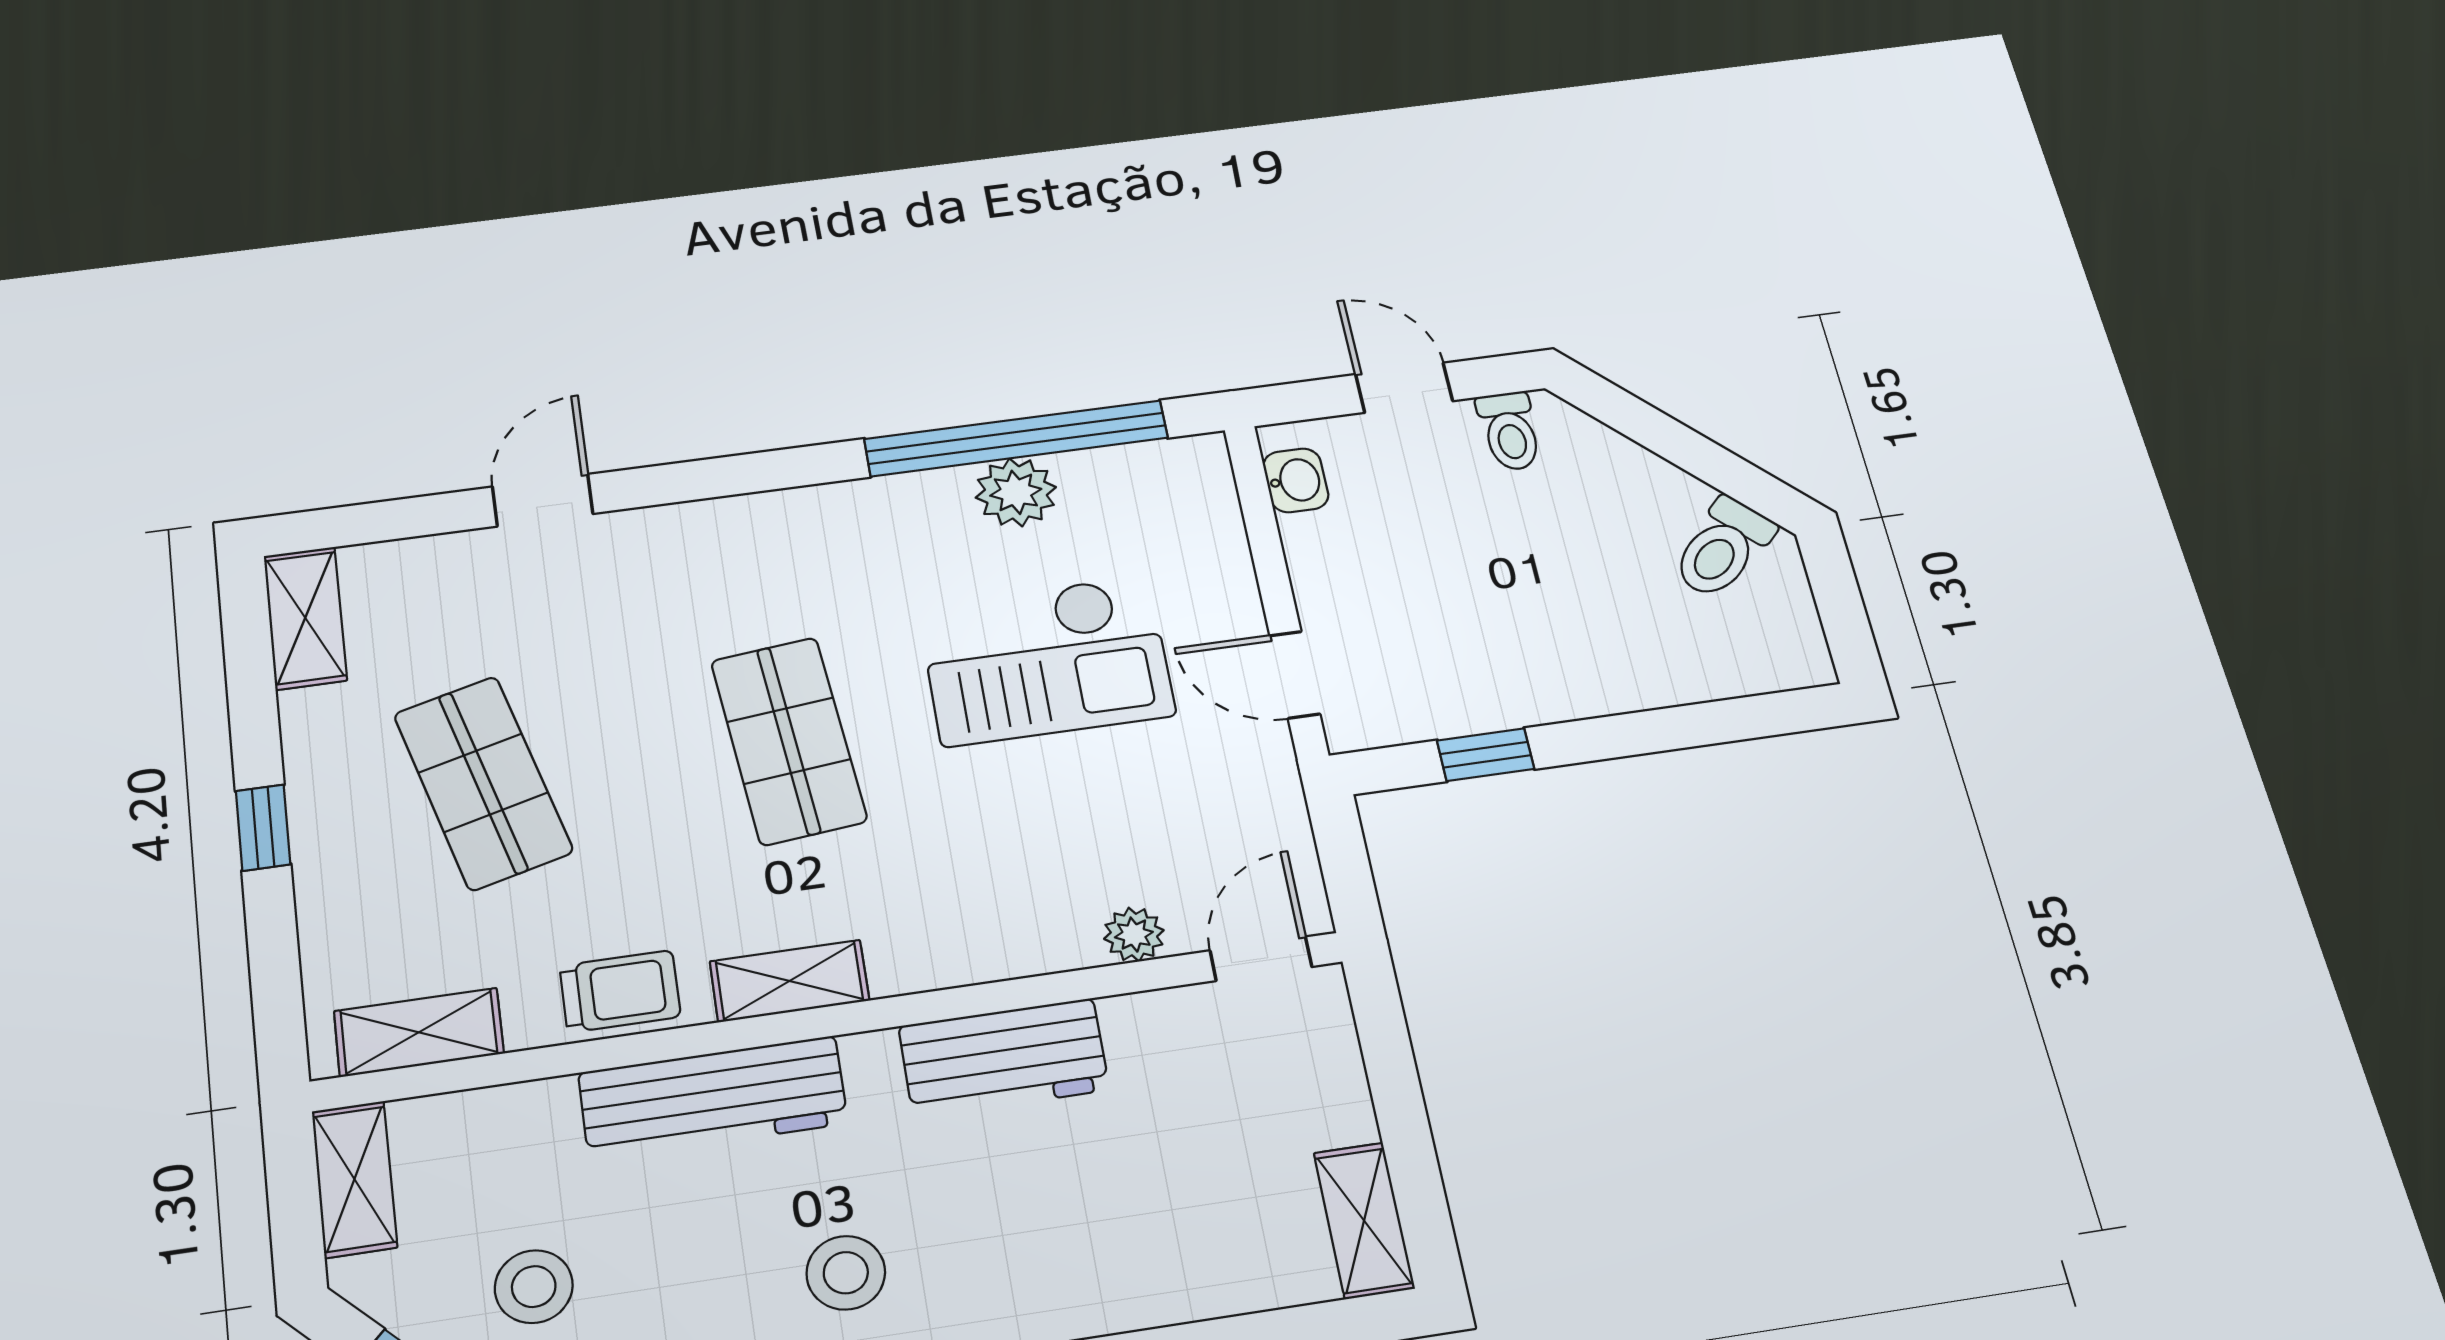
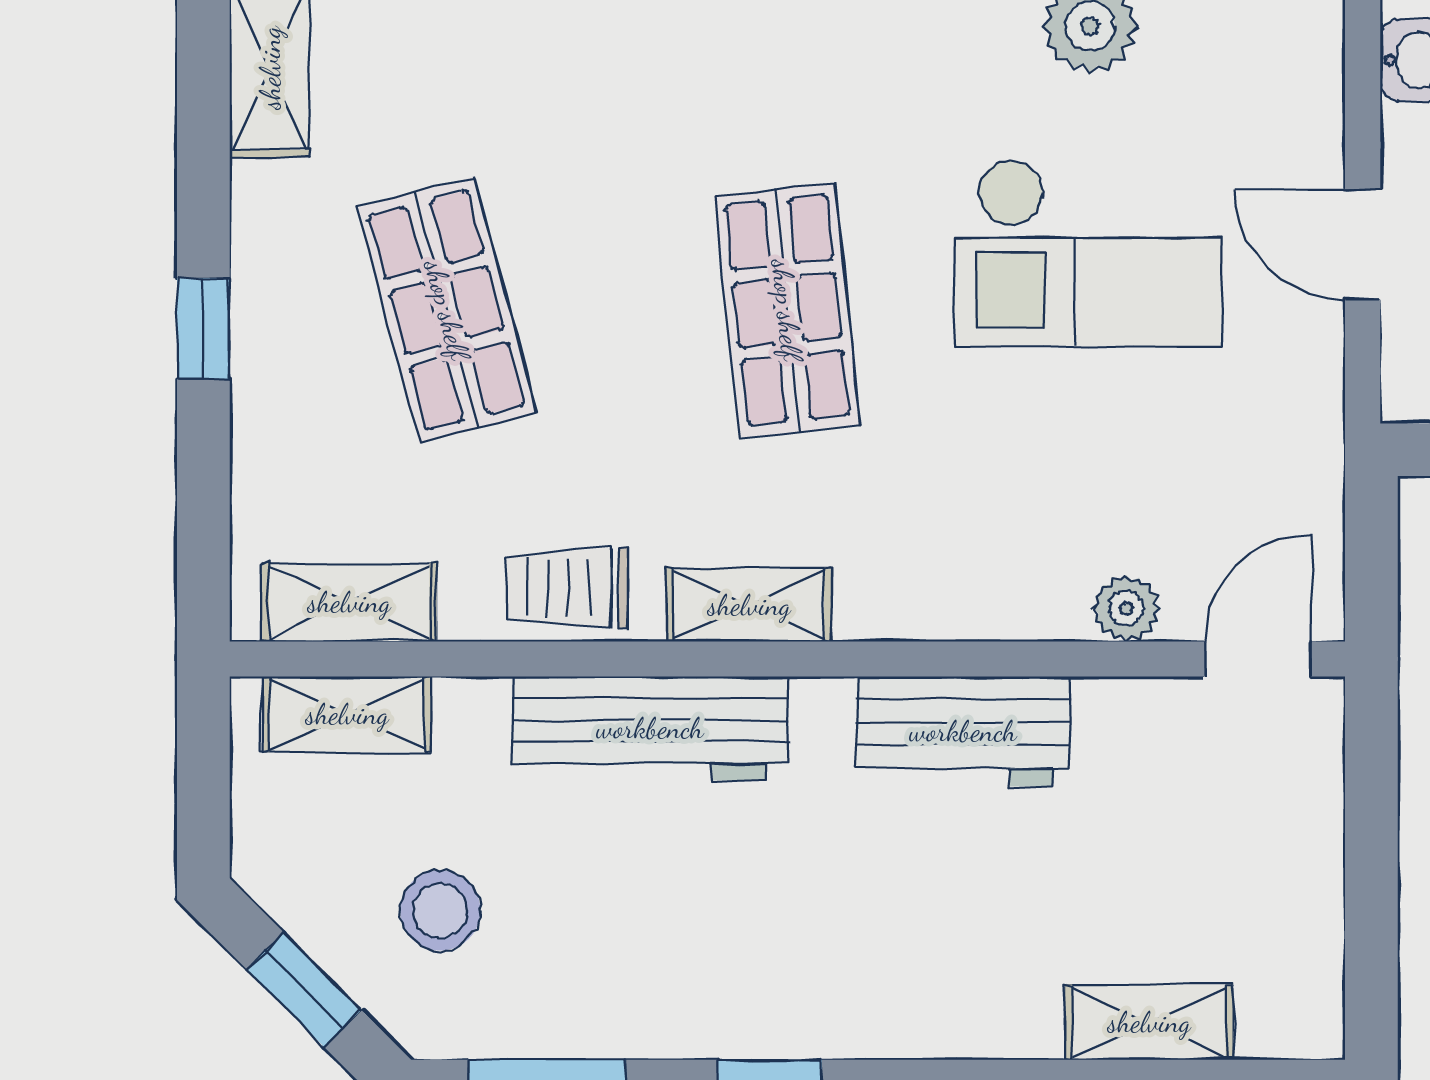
door: (1295, 675) -> (1363, 244), moved
trolley: (620, 991) -> (567, 588), turned 180
shelving: (354, 1179) -> (347, 714), moved, turned 90
shelving: (1364, 1220) -> (1149, 1022), moved, turned 90
stool: (846, 1273) -> (762, 947), removed

